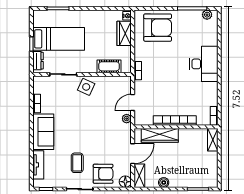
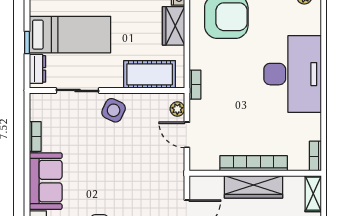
desk: (204, 64) -> (293, 74), width x1.36, depth x1.30
cot: (109, 66) -> (150, 74), width x1.37, depth x1.34
door: (133, 102) -> (187, 135), hinge flipped
plant: (127, 119) -> (177, 109), moved
wardrobe: (160, 135) -> (254, 187), moved

